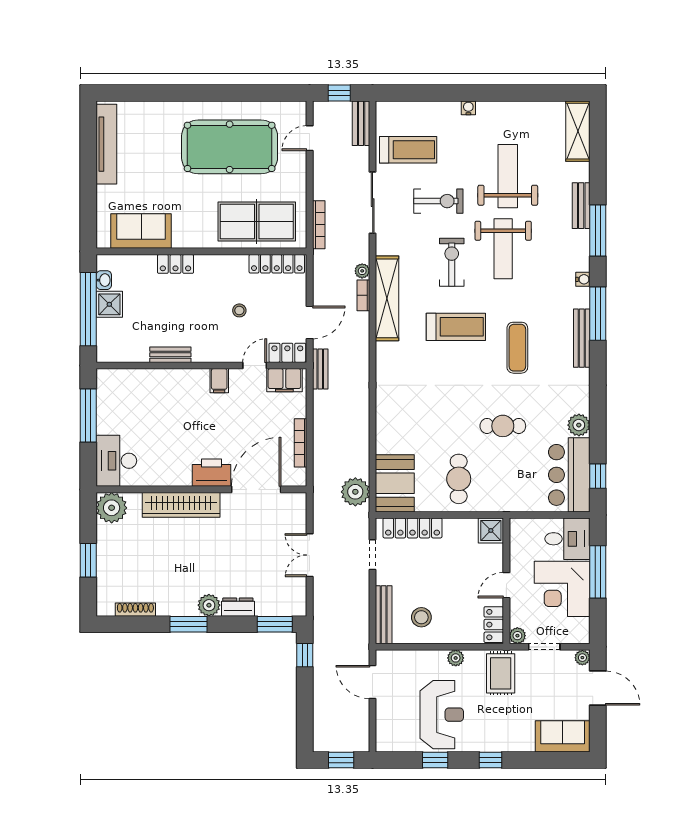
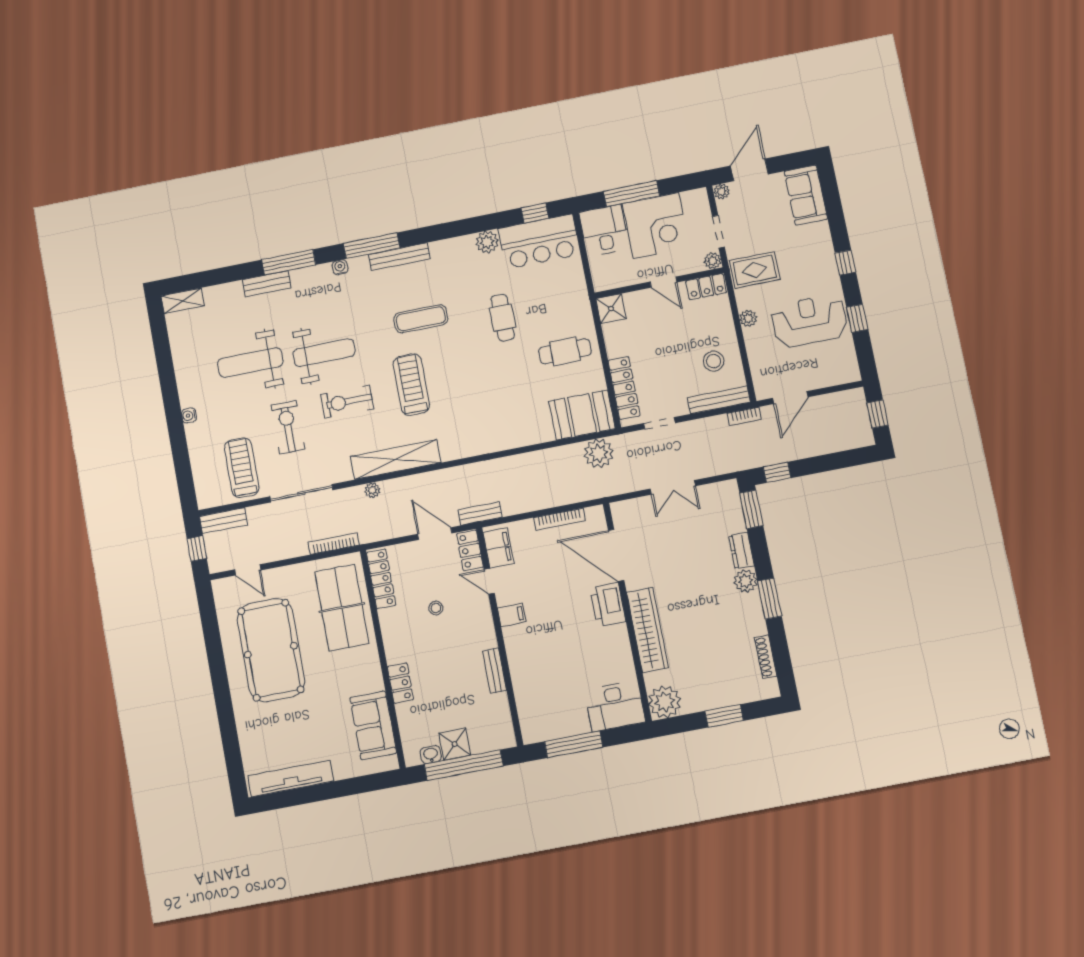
shelving: (578, 131) -> (183, 301), width x0.67, depth x0.75
bookcase: (363, 295) -> (744, 416), moved

